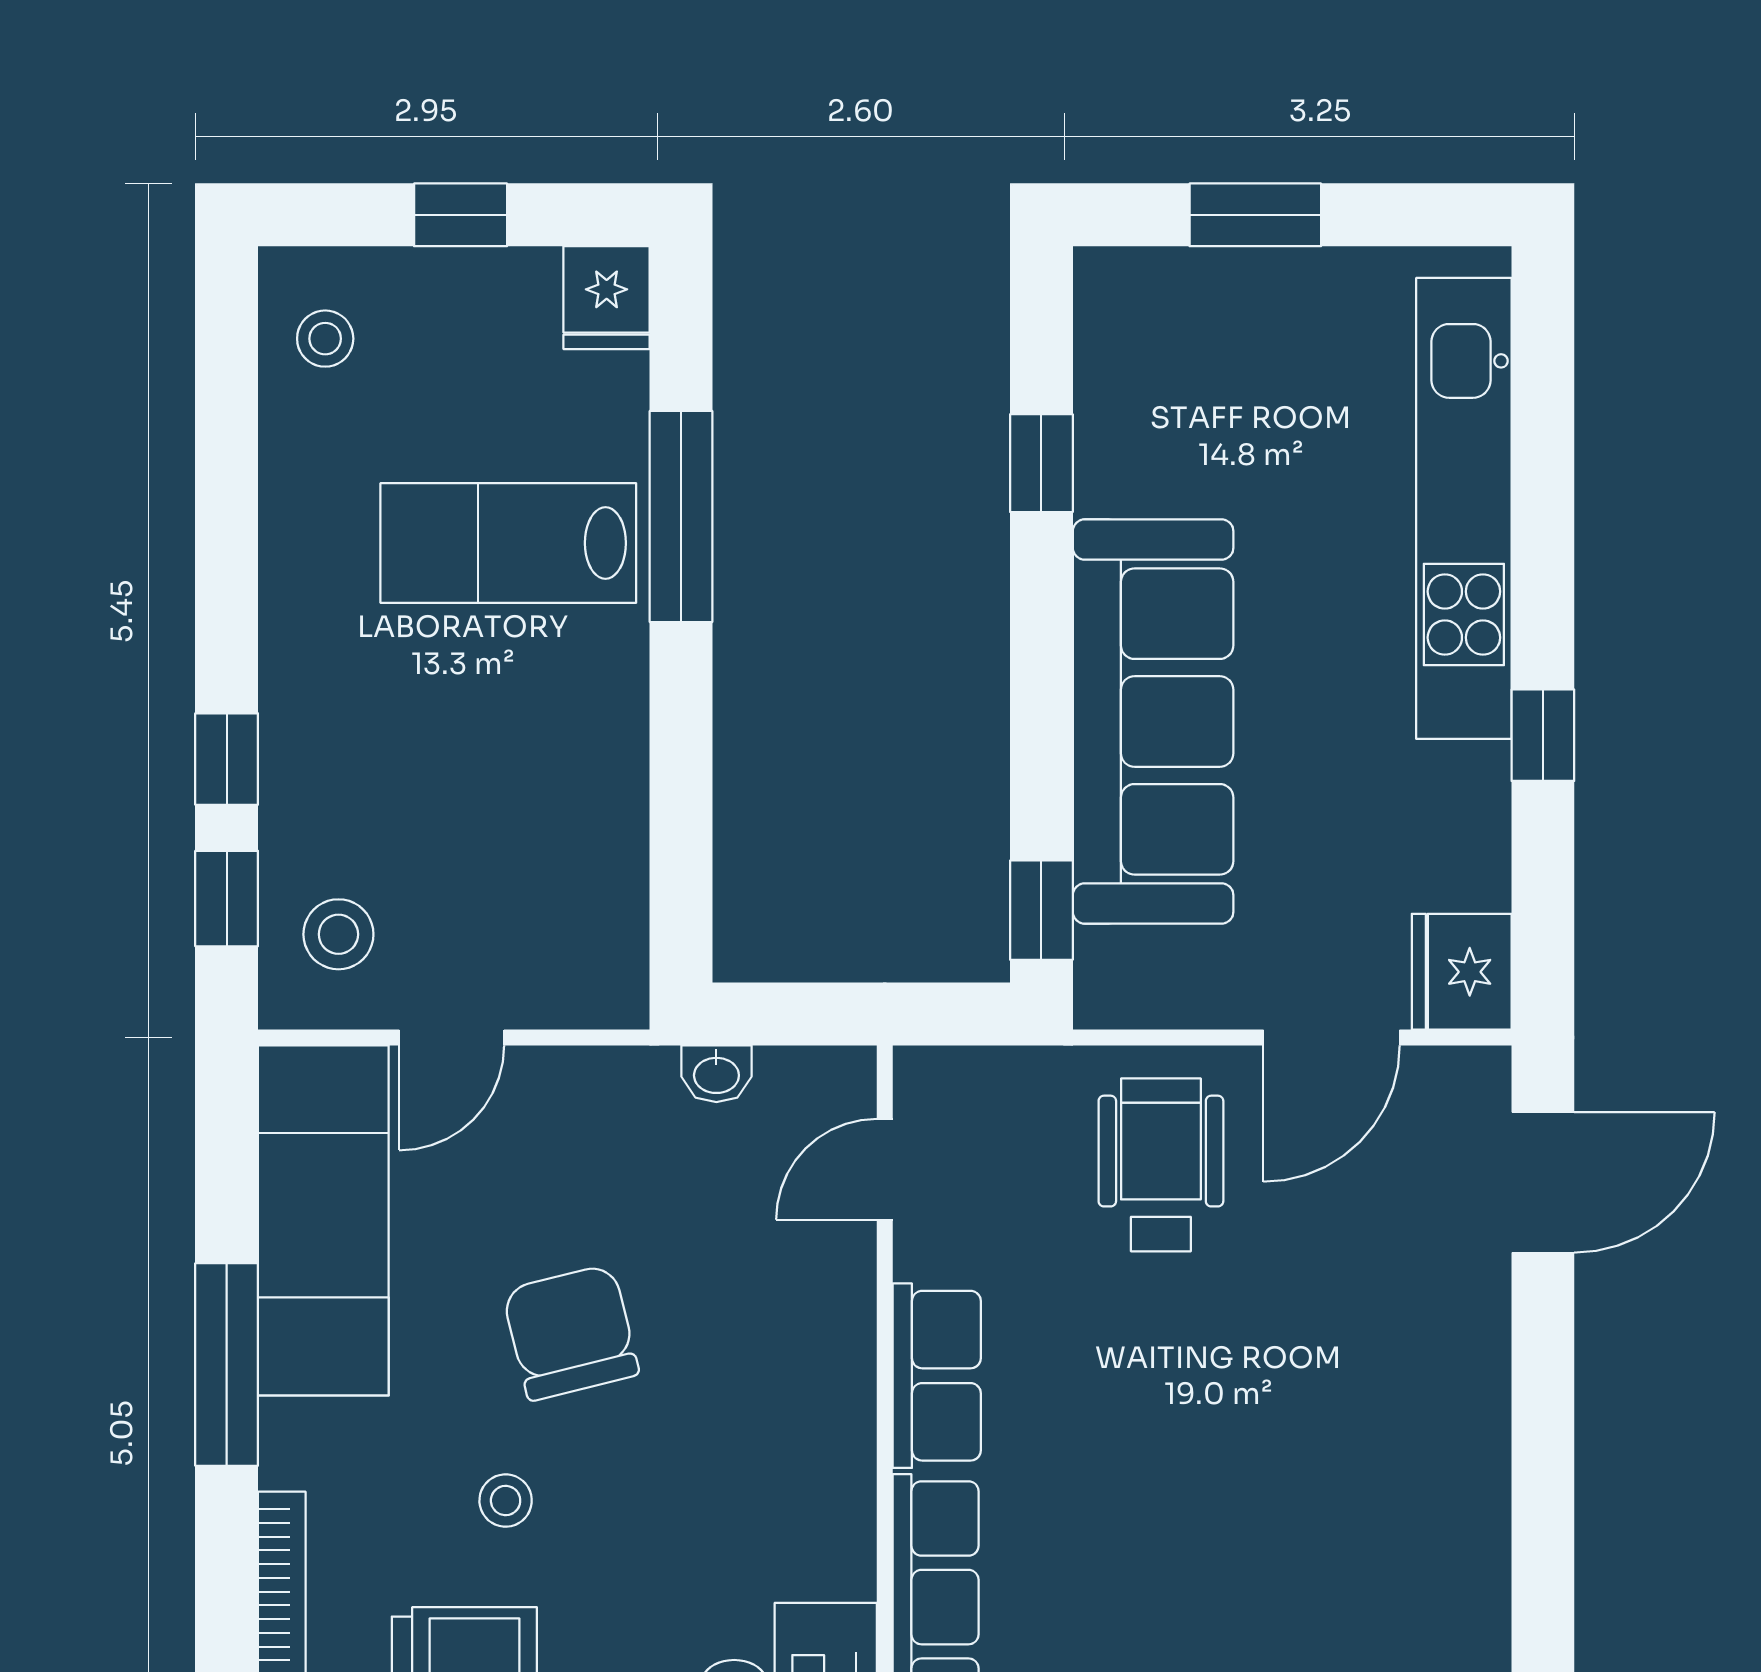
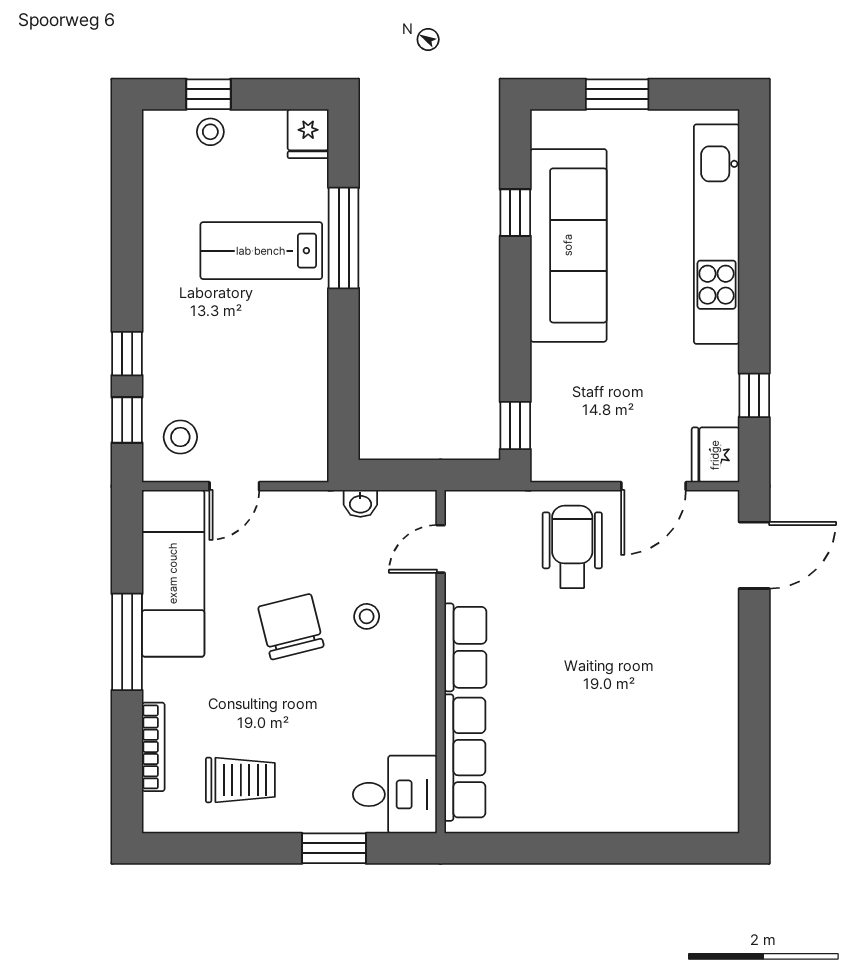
window: (461, 215) -> (208, 94), moved
stool: (325, 339) -> (210, 132), moved
sofa: (1153, 722) -> (568, 245), moved
window: (1543, 735) -> (754, 395), moved
stool: (506, 1501) -> (367, 616), moved

